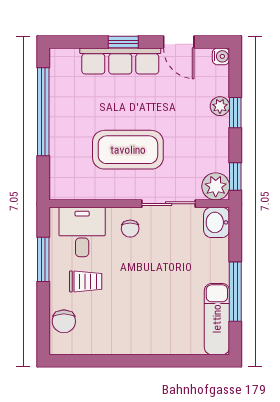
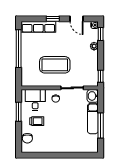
row of seats: (120, 61) -> (38, 27), moved
window: (235, 113) -> (101, 34), moved
plant: (216, 186) -> (92, 81), removed
exam couch: (217, 319) -> (93, 119), moved

